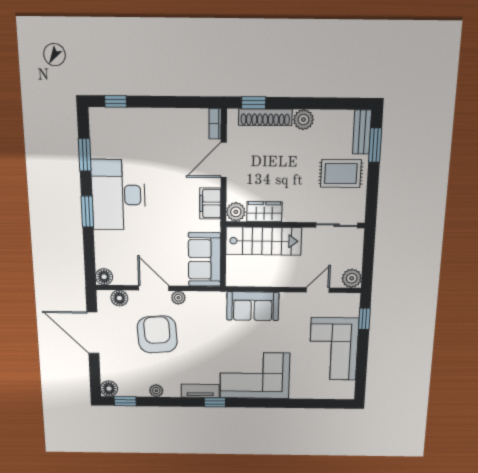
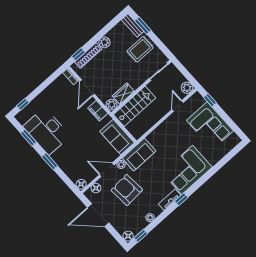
desk: (118, 195) -> (47, 131), moved
sofa: (253, 306) -> (139, 154), moved

